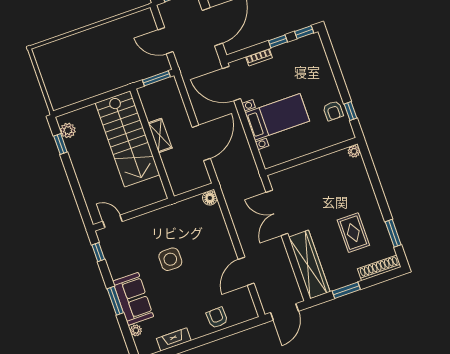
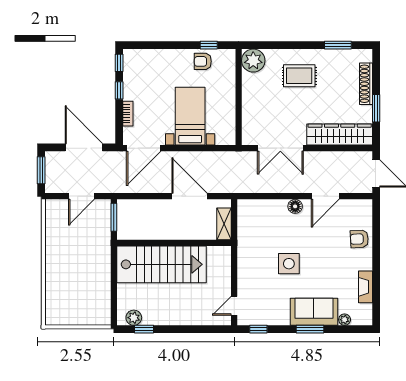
armchair: (333, 111) -> (203, 61), turned 180
shelving: (160, 136) -> (224, 224), moved, turned 90
plant: (354, 151) -> (253, 61), width x1.88, depth x1.88
floor lamp: (210, 198) -> (295, 206), moved
rug: (353, 233) -> (299, 76), moved
shoe rack: (379, 268) -> (366, 84), moved
door: (246, 271) -> (325, 196), hinge flipped

